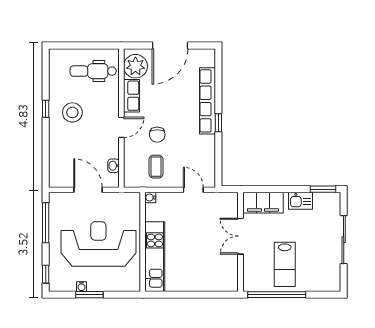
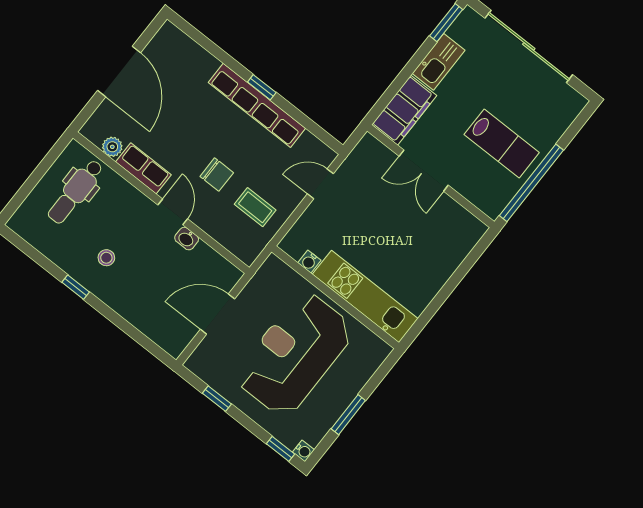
plant: (135, 66) -> (112, 147), width x0.53, depth x0.53
row of seats: (207, 101) -> (257, 105), moved
stool: (72, 112) -> (106, 258), width x0.53, depth x0.53
washbasin: (113, 166) -> (187, 239), moved
water cooler: (150, 198) -> (309, 262), moved
kitchen sink: (301, 201) -> (439, 62), width x1.38
window: (46, 223) -> (217, 399), width x0.46
sliding door: (344, 240) -> (529, 46), width x1.36
water cooler: (81, 287) -> (304, 451), moved

